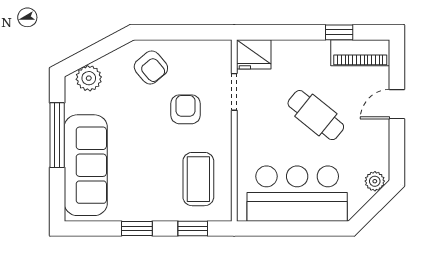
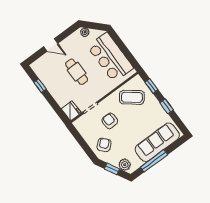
window: (98, 50) -> (112, 169), added
piano: (360, 53) -> (42, 72), removed
armchair: (186, 109) -> (110, 121), turned 89
cafe table: (316, 115) -> (77, 72), turned -39
coffee table: (198, 179) -> (132, 97), turned 38

